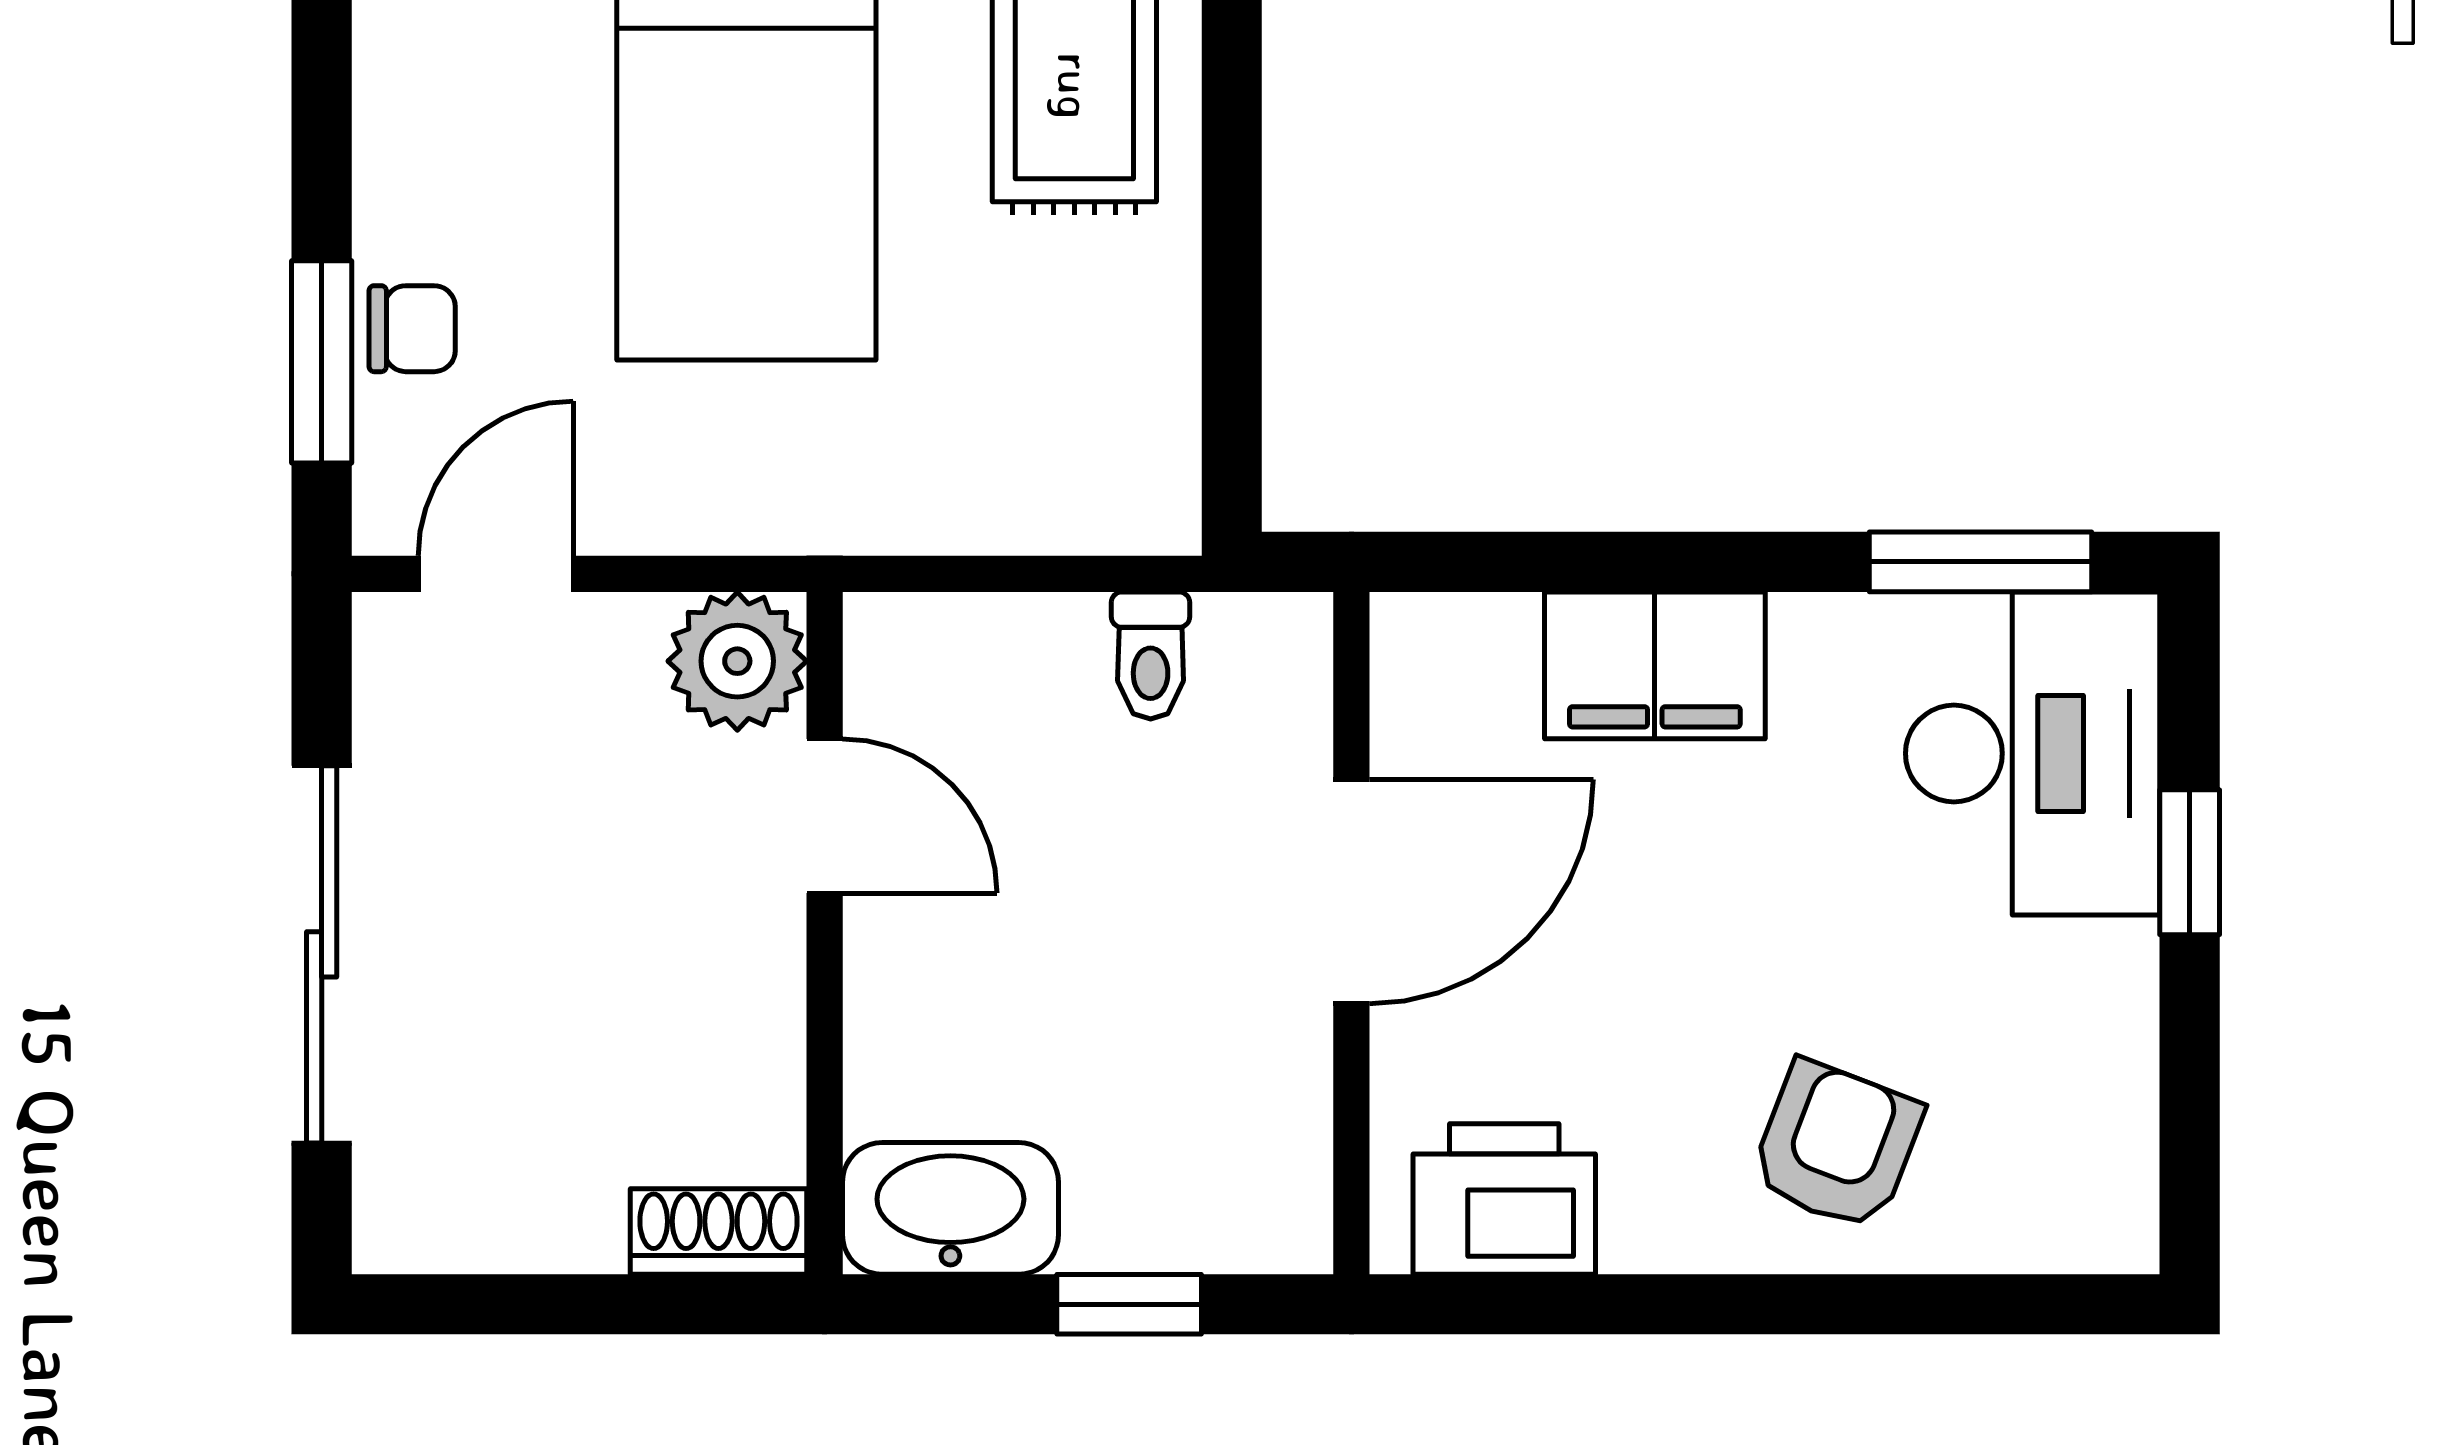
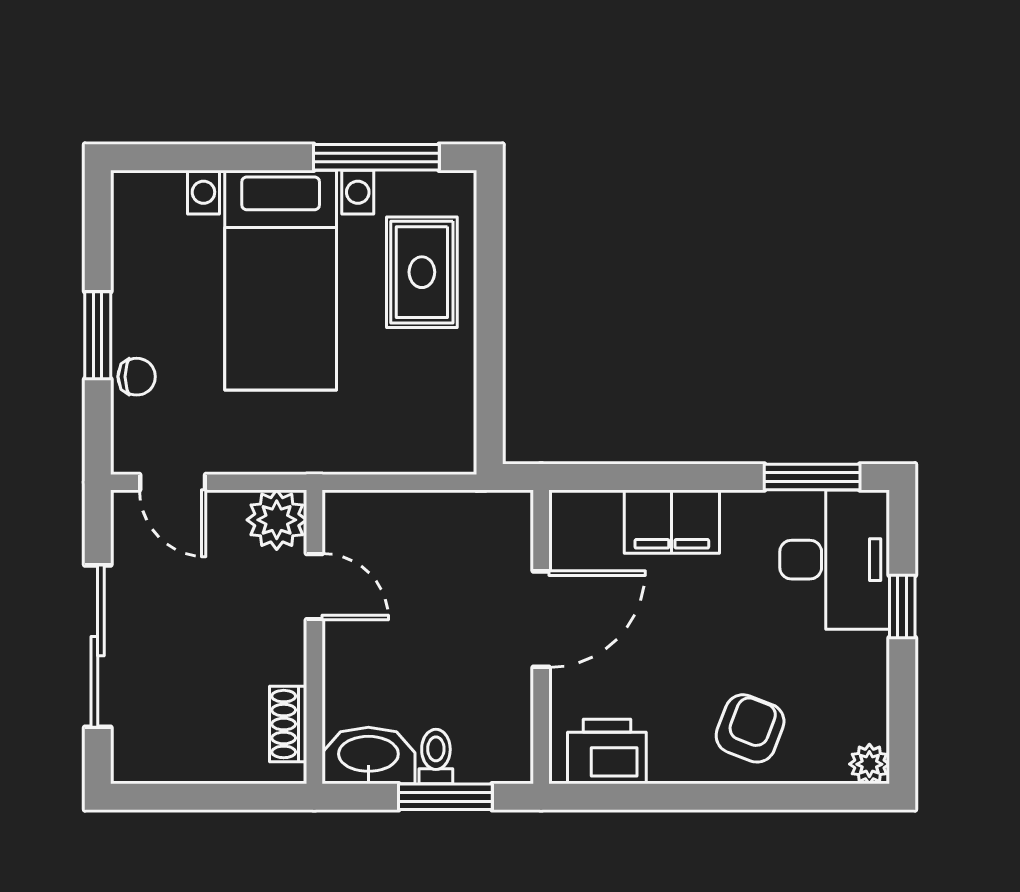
window: (322, 362) -> (98, 335), moved
door: (496, 574) -> (173, 482), swing flipped
toilet: (1151, 655) -> (436, 757), moved, turned 180
plant: (2114, 1228) -> (869, 764), added
shoe rack: (718, 1232) -> (288, 724), moved, turned -90
window: (1129, 1304) -> (445, 797), width x1.50

